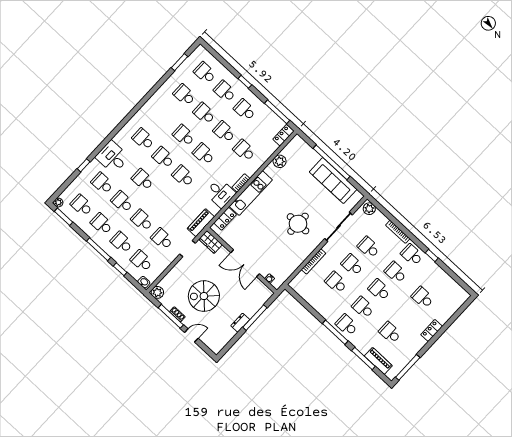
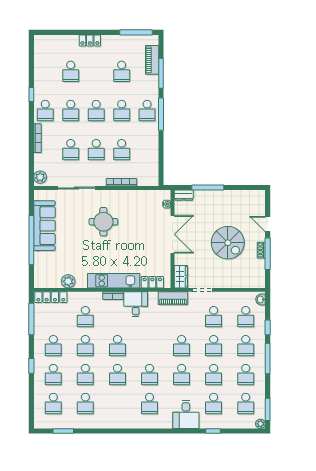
locker: (283, 135) -> (51, 297), width x1.53
school desk: (183, 176) -> (182, 346), moved
plant: (157, 292) -> (259, 282), removed
dresser: (240, 323) -> (184, 195), moved

